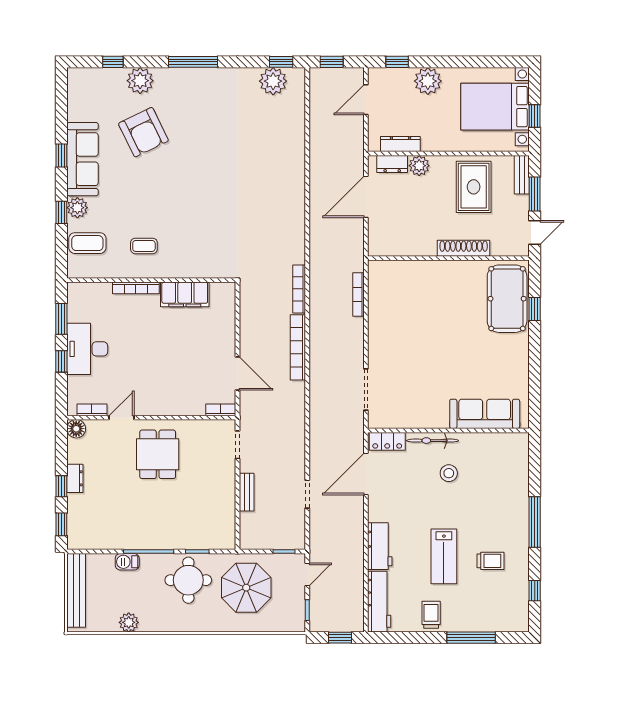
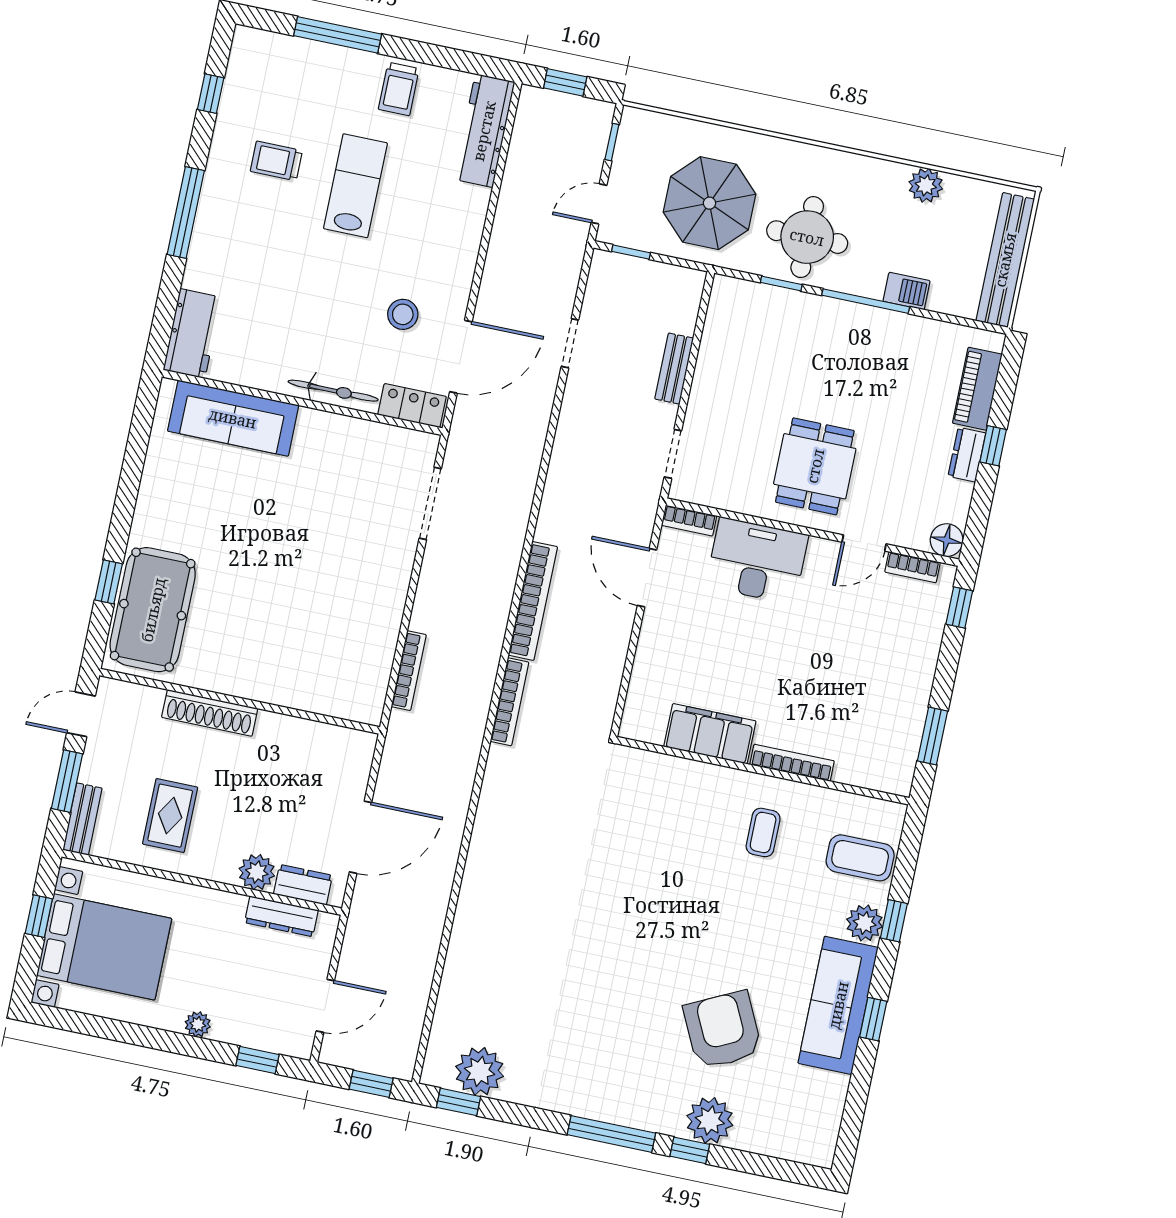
window: (113, 62) -> (690, 1150), moved
plant: (428, 81) -> (198, 1024), width x0.53, depth x0.53
rug: (474, 187) -> (170, 816), width x0.73, depth x0.70
coffee table: (144, 246) -> (763, 832), turned 90
desk: (87, 349) -> (757, 561), moved, turned -90
window: (61, 361) -> (959, 607), moved
stool: (449, 473) -> (403, 314), moved
piano: (77, 516) -> (977, 389), added
window: (61, 524) -> (1007, 380), removed
workbench: (380, 546) -> (192, 334), moved, turned 180

